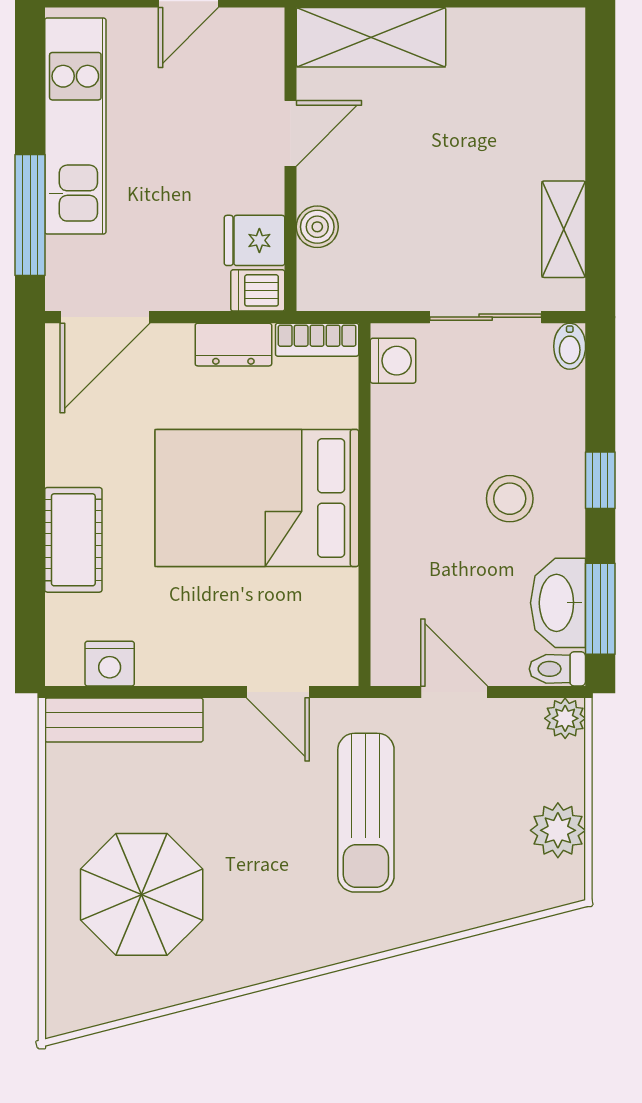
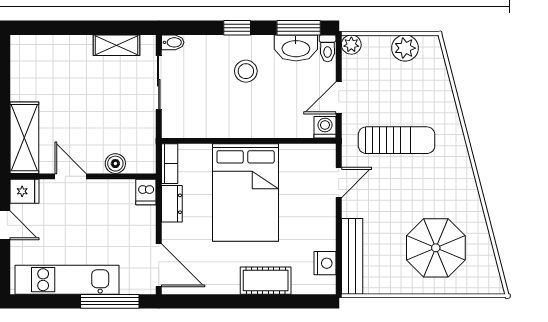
fridge: (255, 240) -> (24, 191), moved, turned -90
washing machine: (393, 361) -> (325, 127), moved

